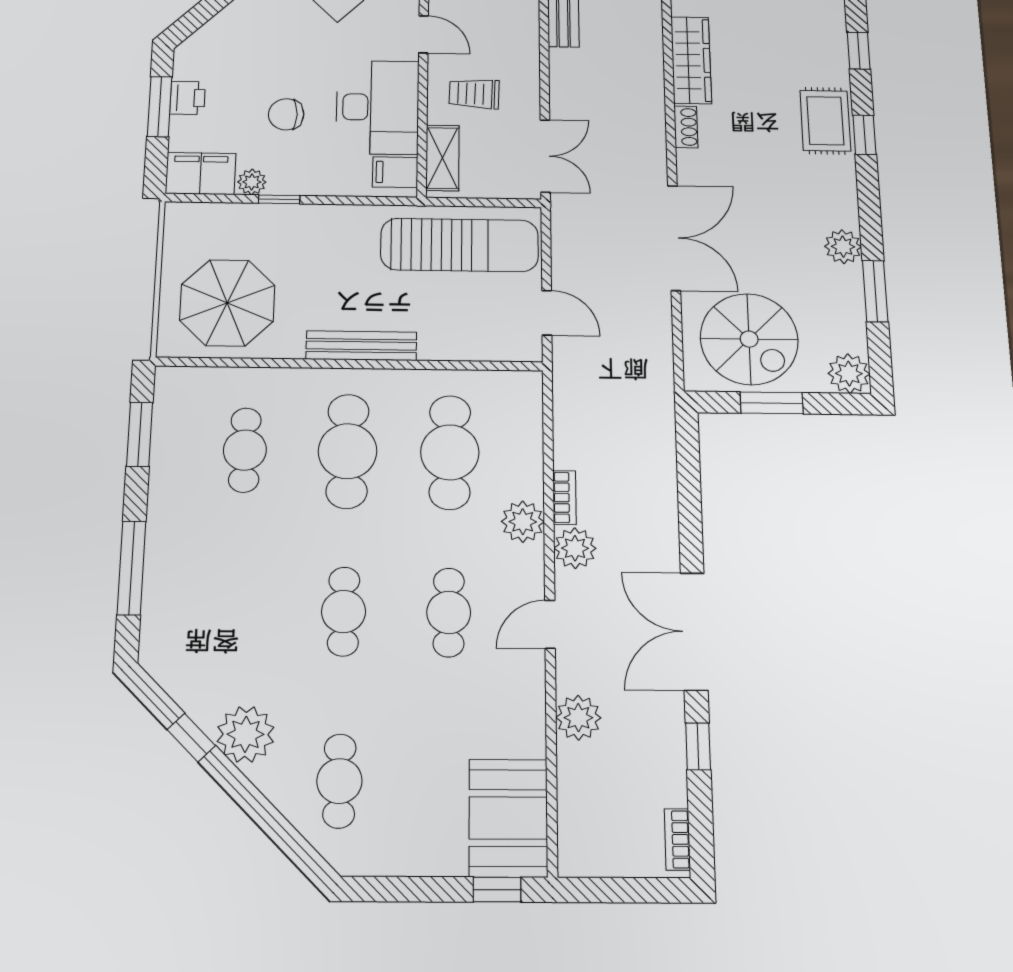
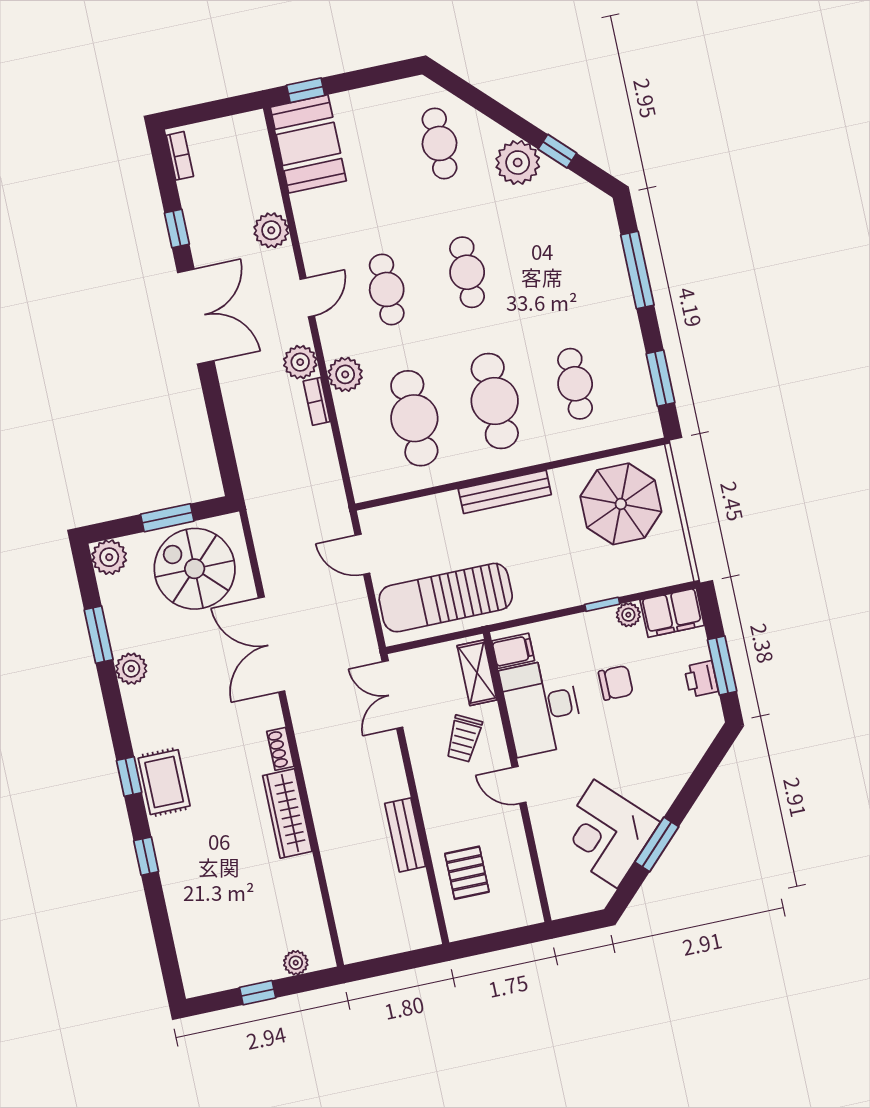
trolley: (474, 94) -> (464, 739), turned 115

